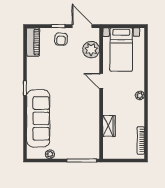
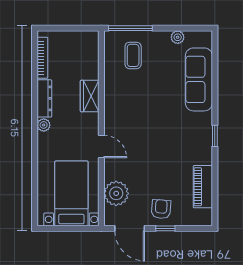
piano: (33, 42) -> (203, 187), moved
dresser: (139, 113) -> (44, 98), added
sofa: (38, 118) -> (199, 79), width x0.74, depth x0.79
wardrobe: (109, 126) -> (90, 96), moved
coffee table: (80, 142) -> (133, 55), added

